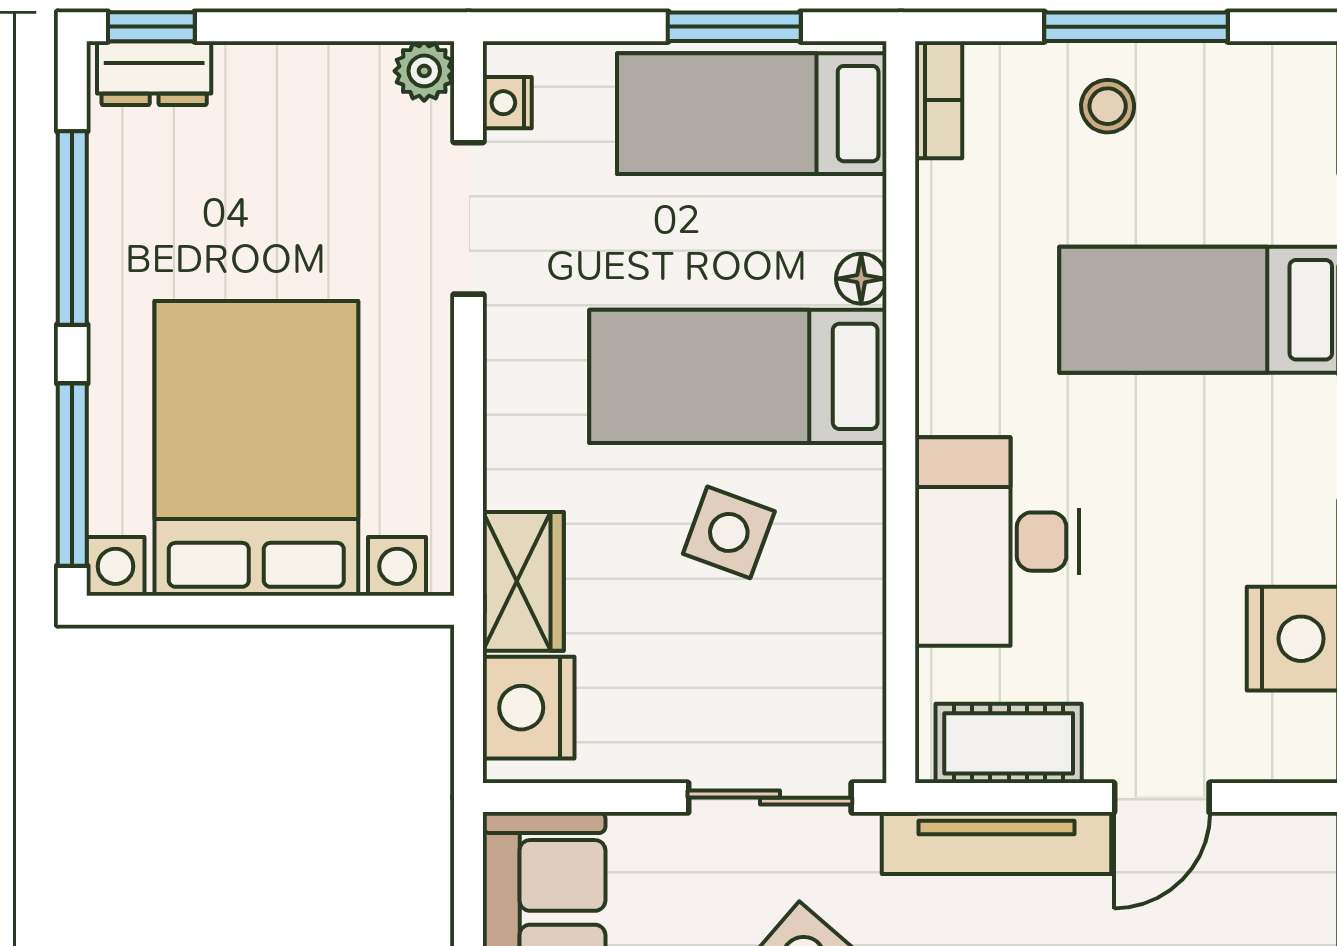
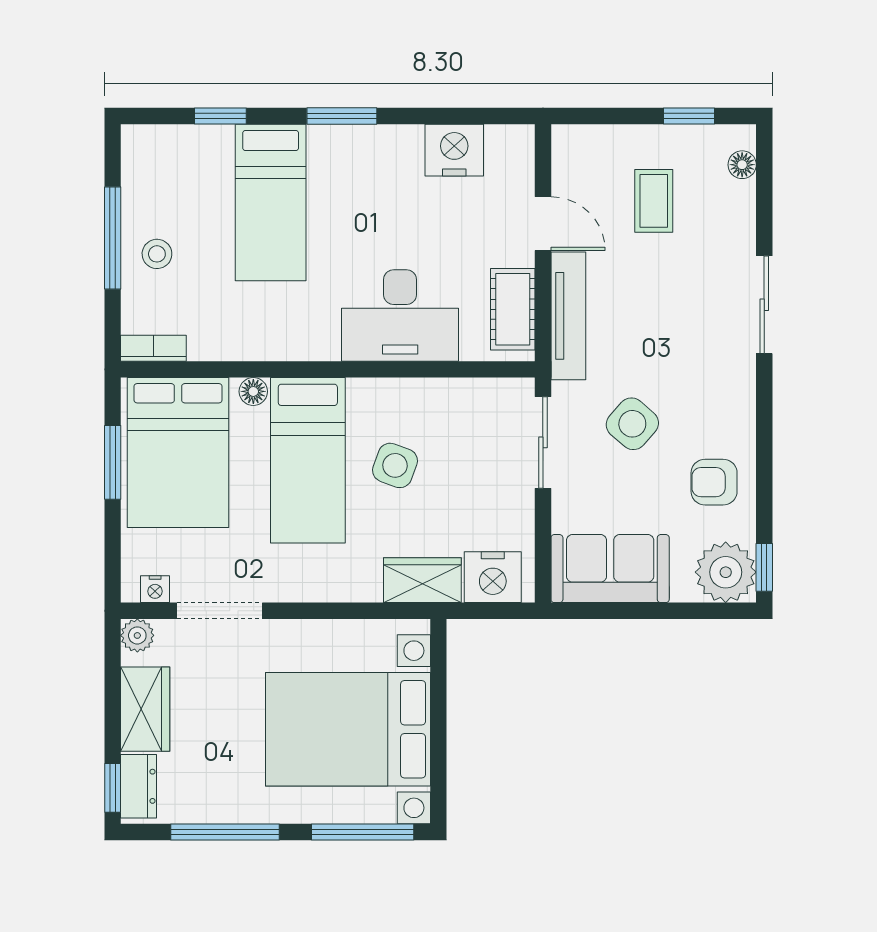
wardrobe: (292, 85) -> (145, 709), added
bed: (752, 114) -> (178, 453), width x1.50

